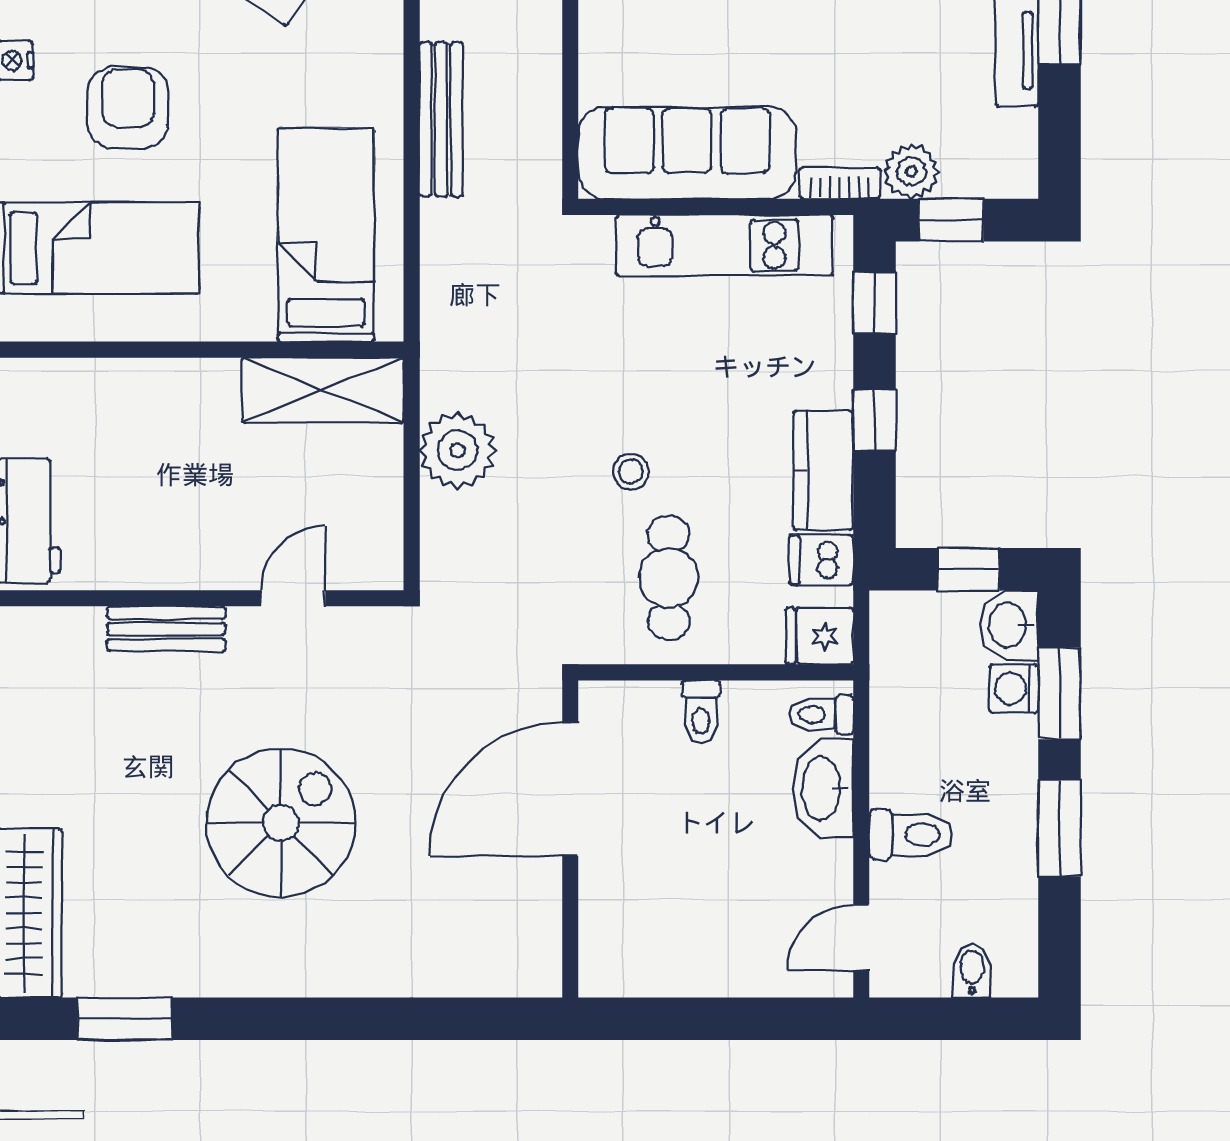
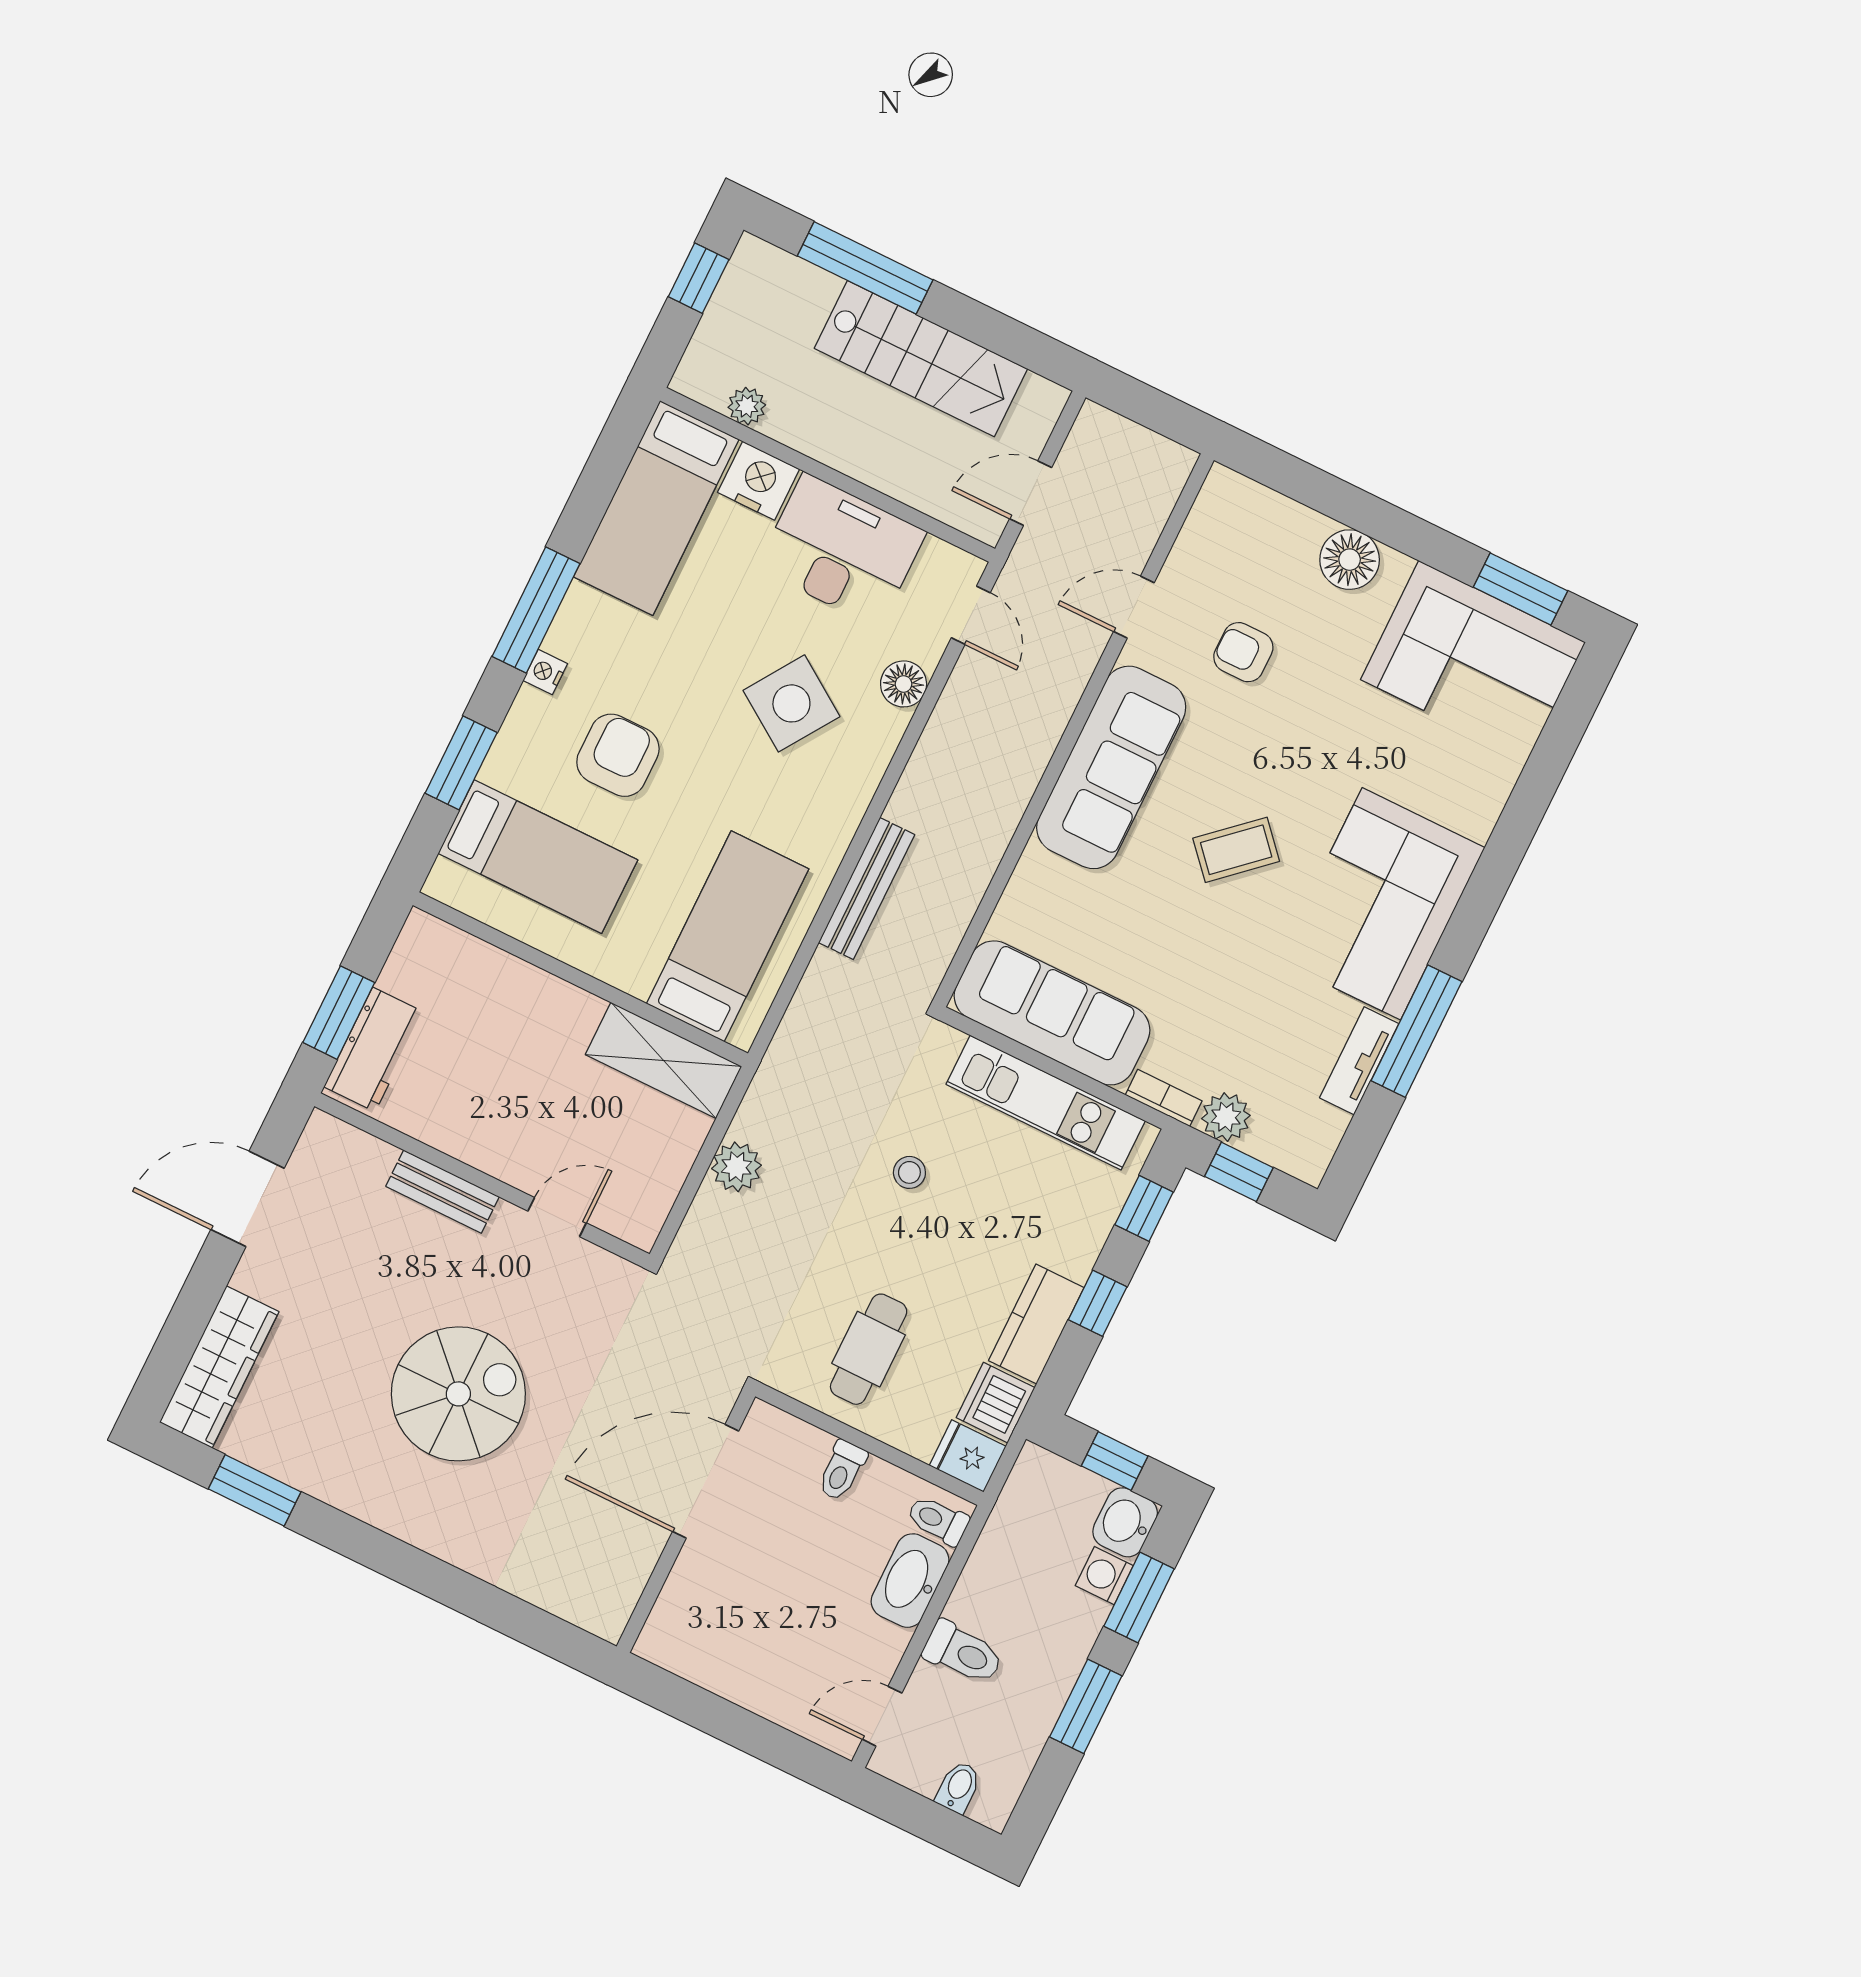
plant: (458, 450) -> (736, 1167), width x0.73, depth x0.73
stool: (631, 471) -> (909, 1172), moved
dishwasher: (821, 560) -> (996, 1403), width x1.38

